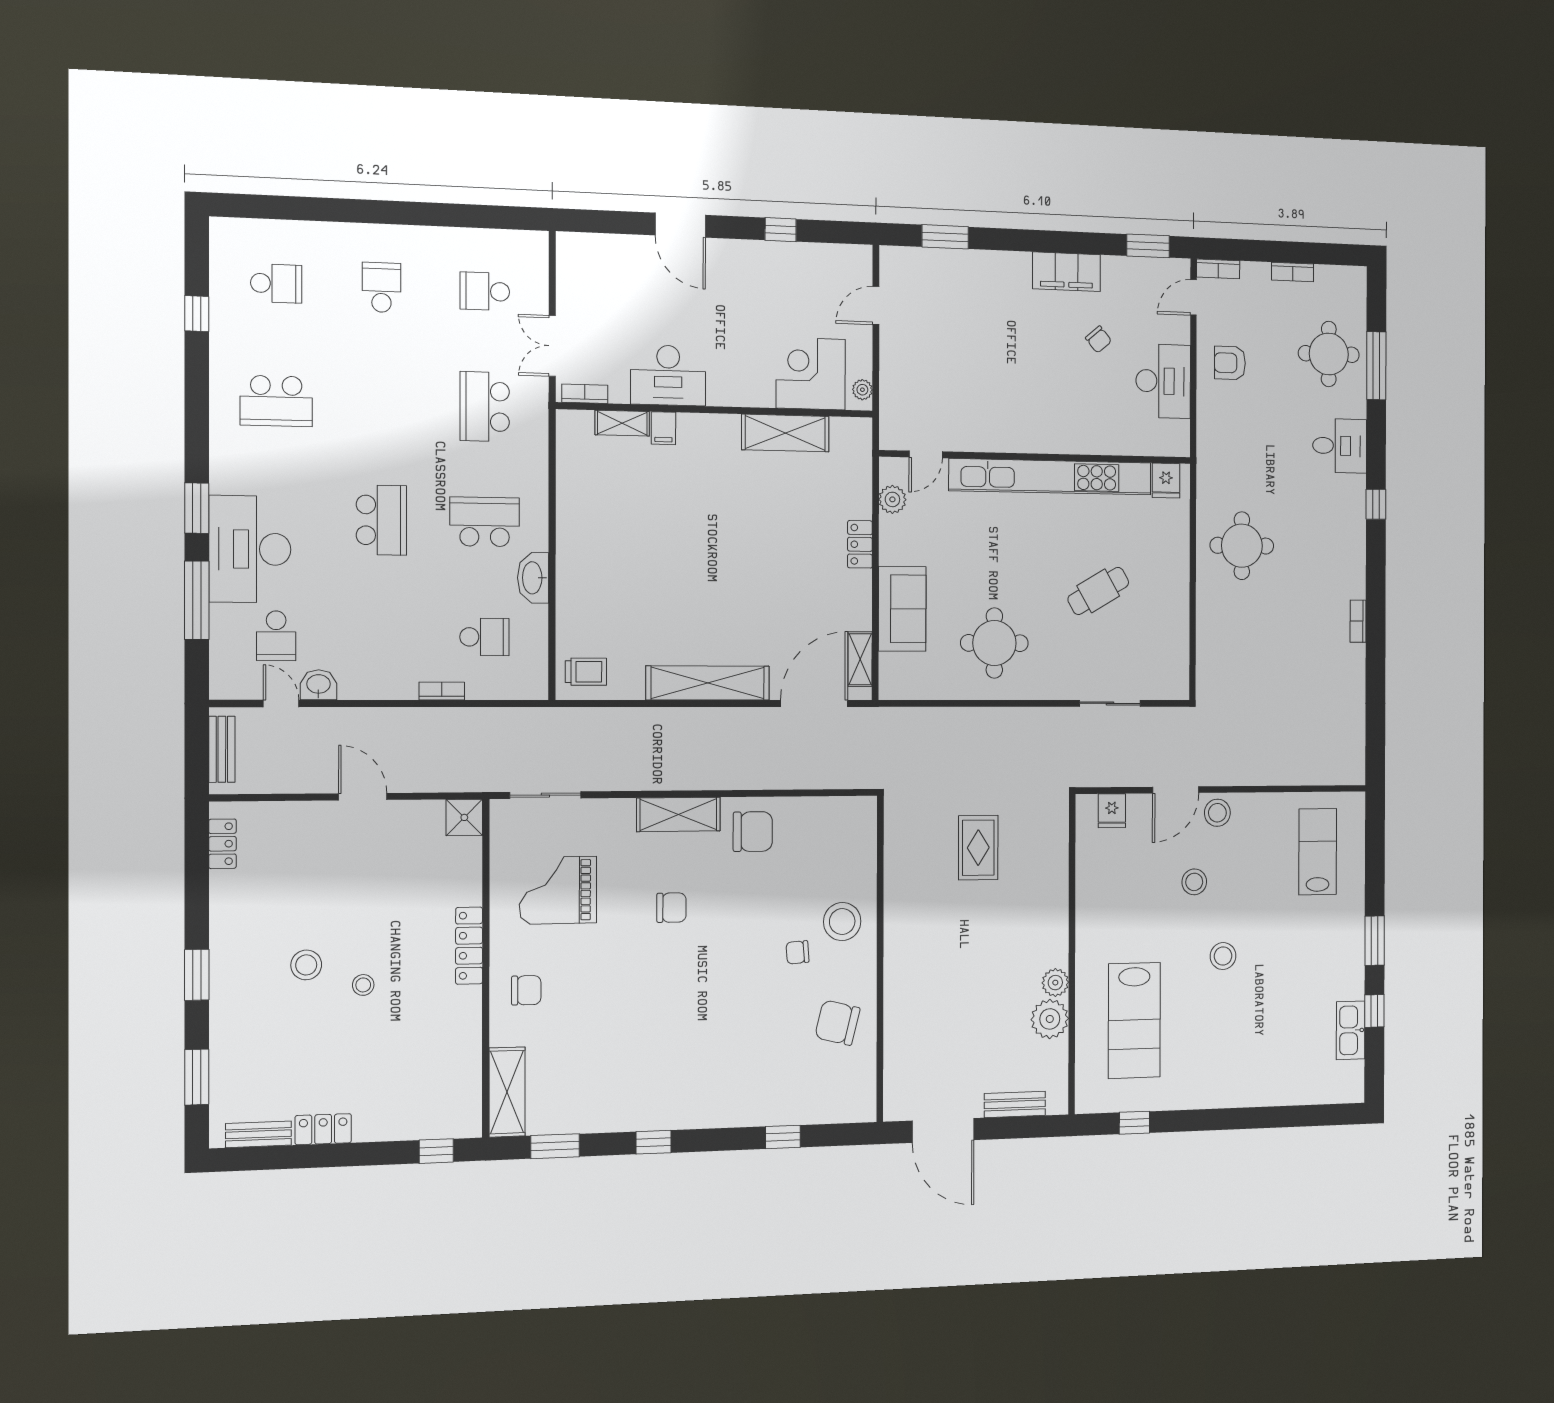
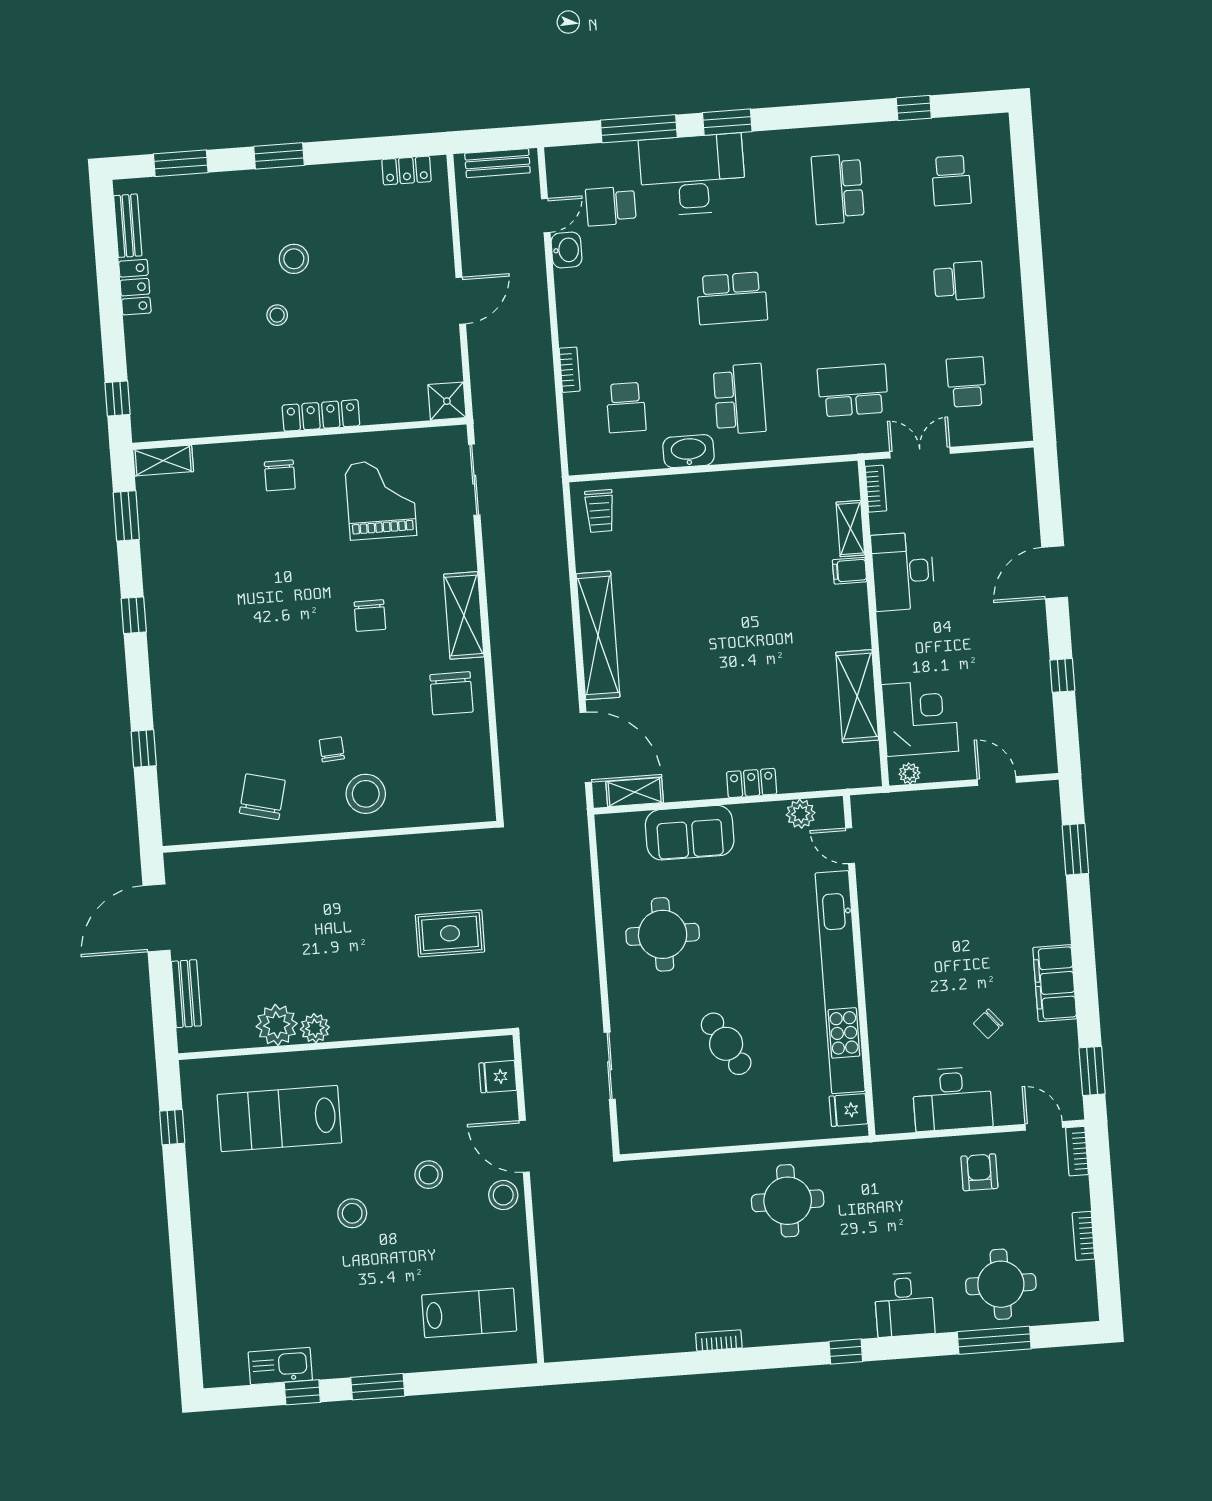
shelving: (507, 1092) -> (163, 461), width x0.67, depth x0.75

